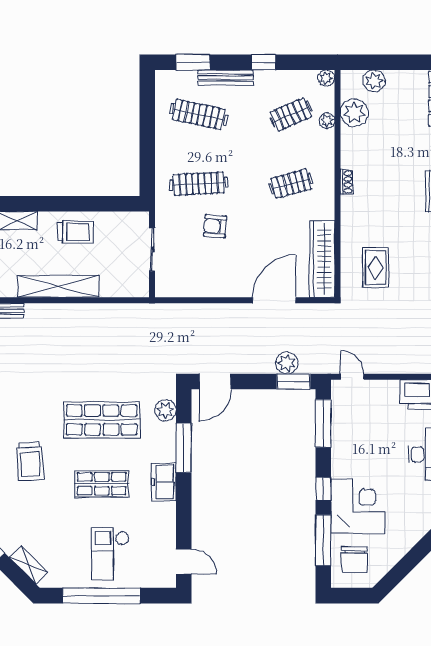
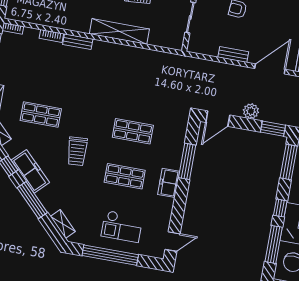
bench: (220, 290) -> (233, 55), added
plant: (287, 363) -> (251, 111), moved
plant: (165, 410) -> (179, 133), removed
shop shelf: (102, 420) -> (133, 131), width x0.70, depth x0.74
checkout: (110, 553) -> (122, 226), turned -90
door: (184, 562) -> (172, 242), hinge flipped

